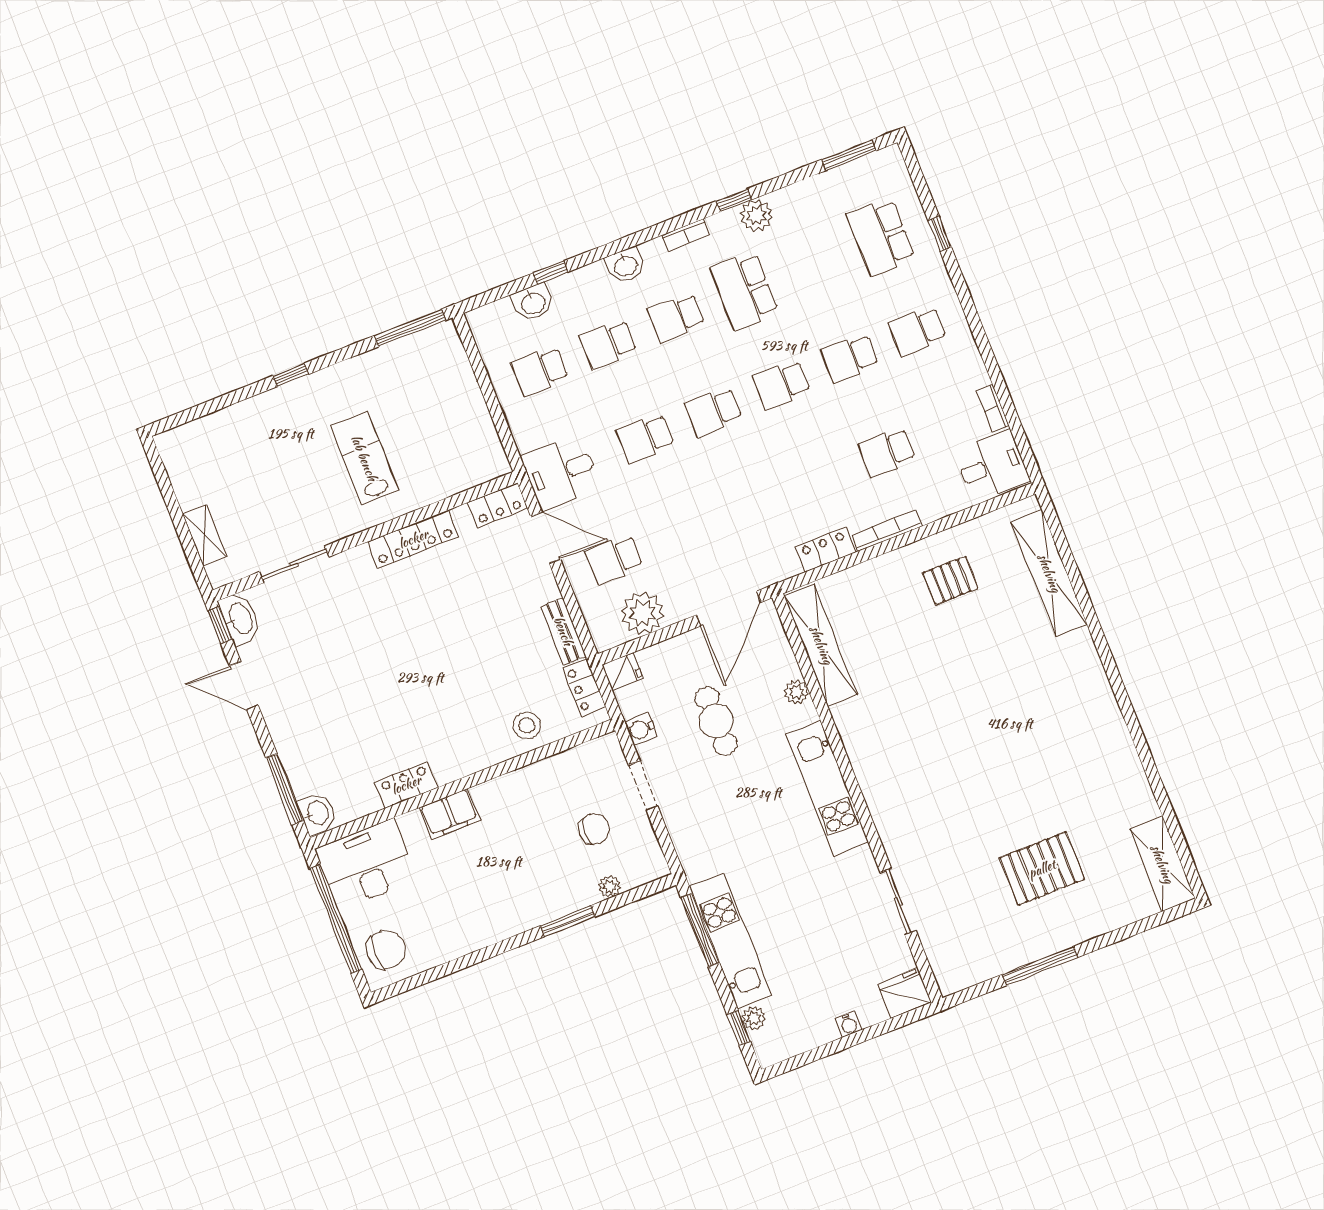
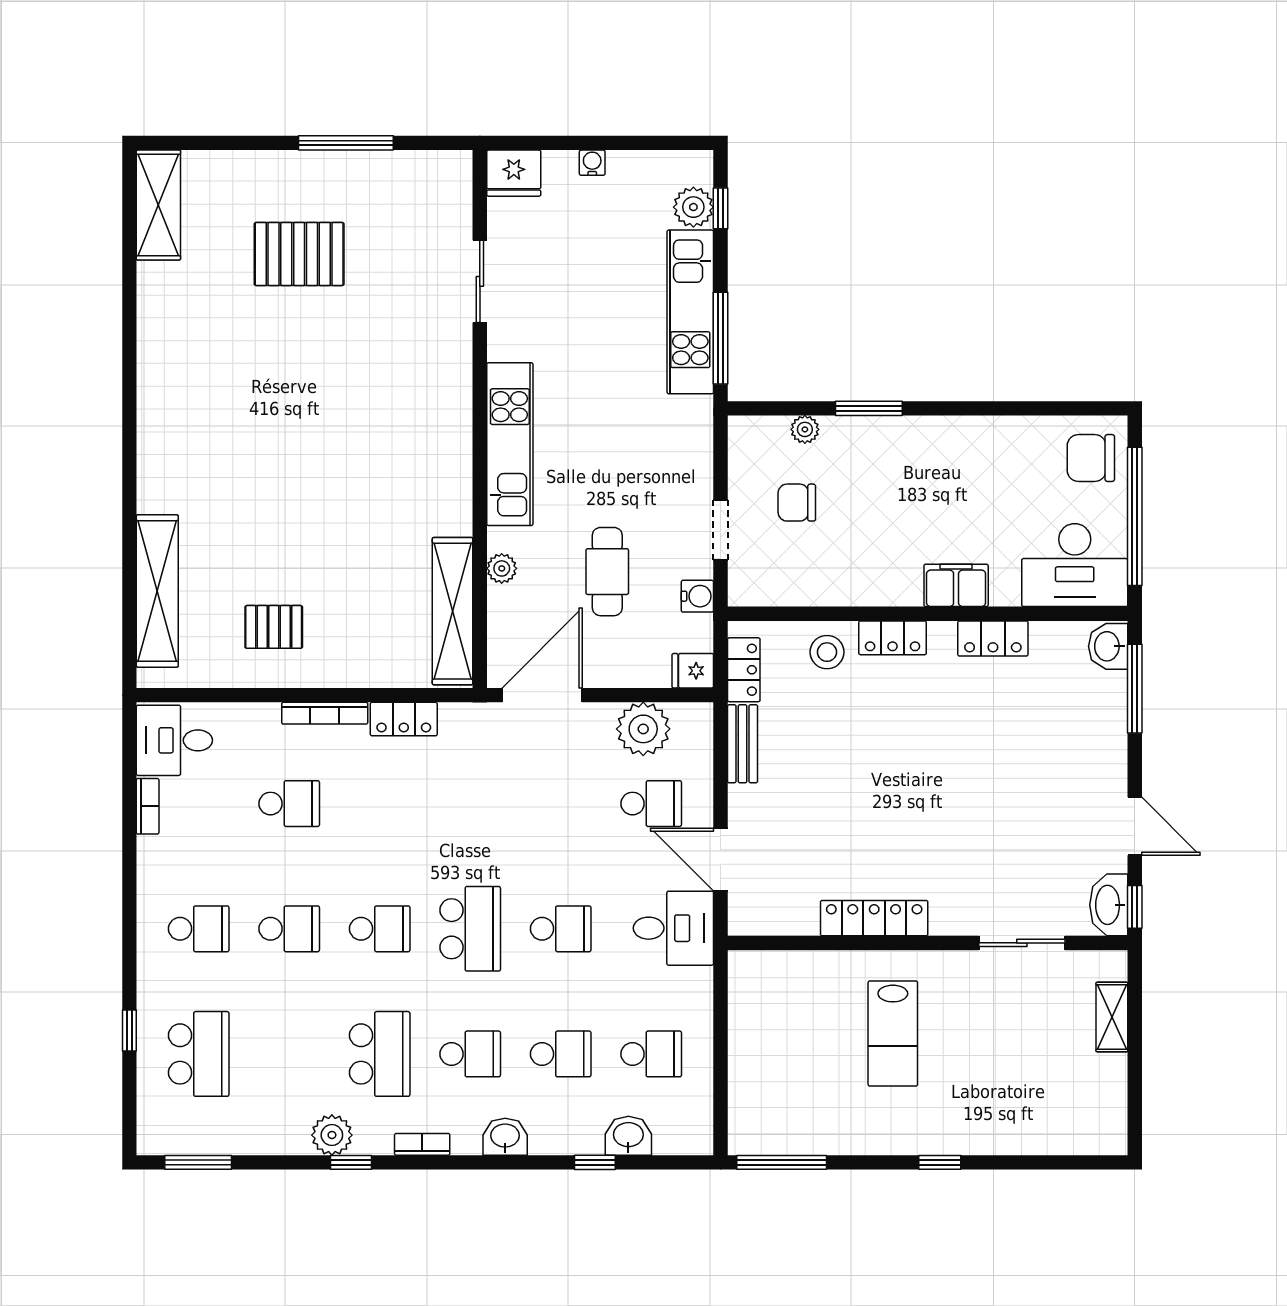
school desk: (713, 412) -> (470, 929), width x1.85
locker: (497, 505) -> (893, 638), moved, turned 180
plant: (754, 1018) -> (693, 207), width x1.38, depth x1.38

